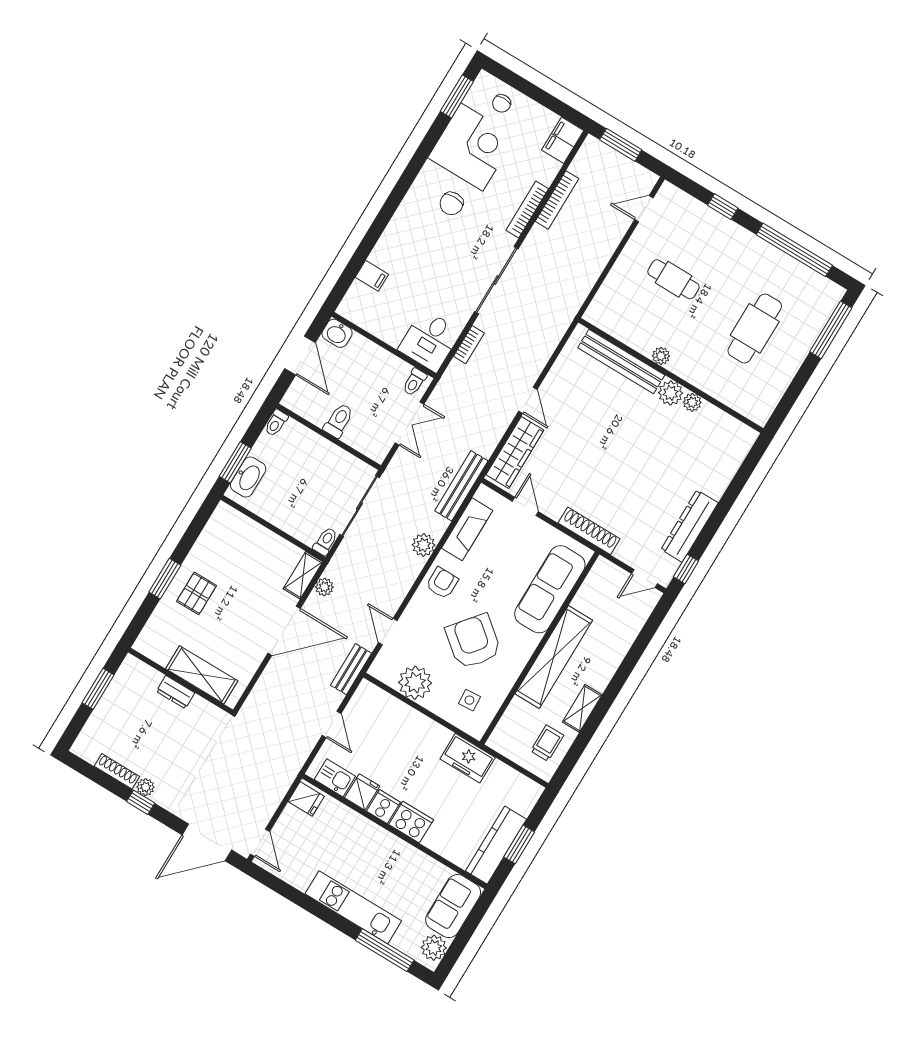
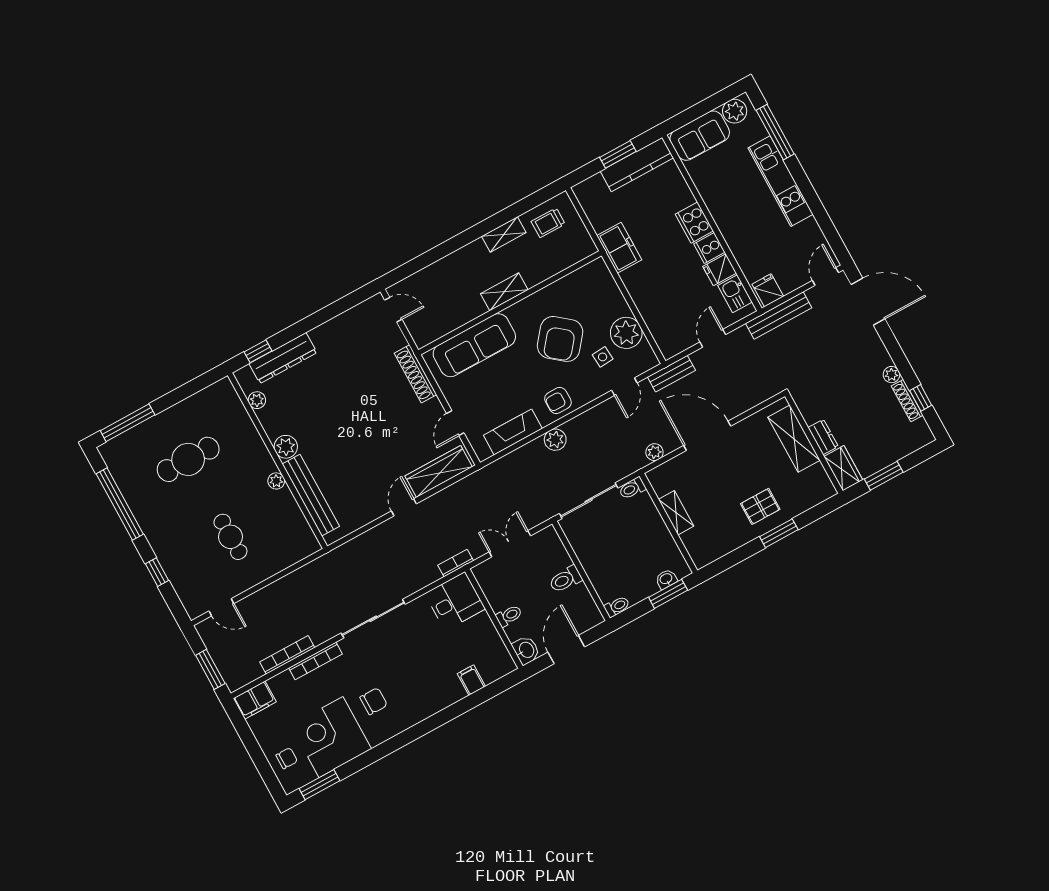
bookcase: (469, 345) -> (456, 563), moved
toilet: (414, 382) -> (509, 616), moved
plant: (692, 402) -> (257, 400), moved
washbasin: (248, 477) -> (666, 579), width x0.52, depth x0.69
bench: (461, 486) -> (779, 316), moved
dresser: (690, 526) -> (283, 358), moved
window: (686, 569) -> (258, 351), moved
shelving: (303, 575) -> (676, 513), moved, turned 90
shelving: (554, 657) -> (504, 292), width x0.45, depth x0.75
wardrobe: (140, 674) -> (843, 468), added
side table: (469, 700) -> (603, 357), moved
window: (141, 802) -> (921, 398), moved

